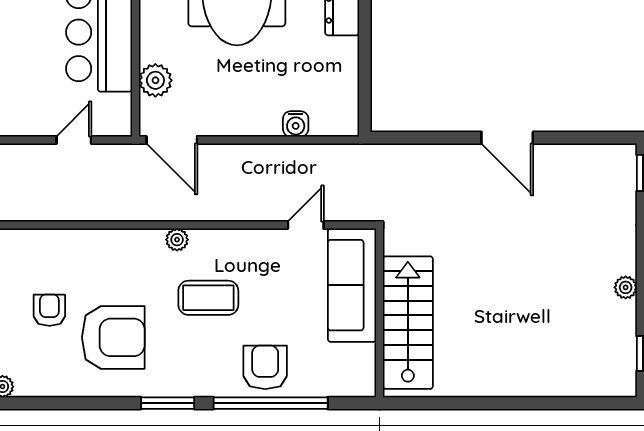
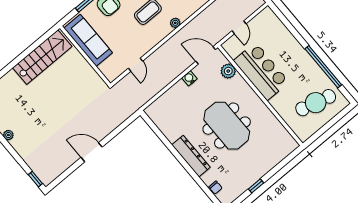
water cooler: (296, 124) -> (189, 78), moved
sofa: (352, 285) -> (88, 40), moved
stairs: (408, 323) -> (42, 57), moved, turned -90

